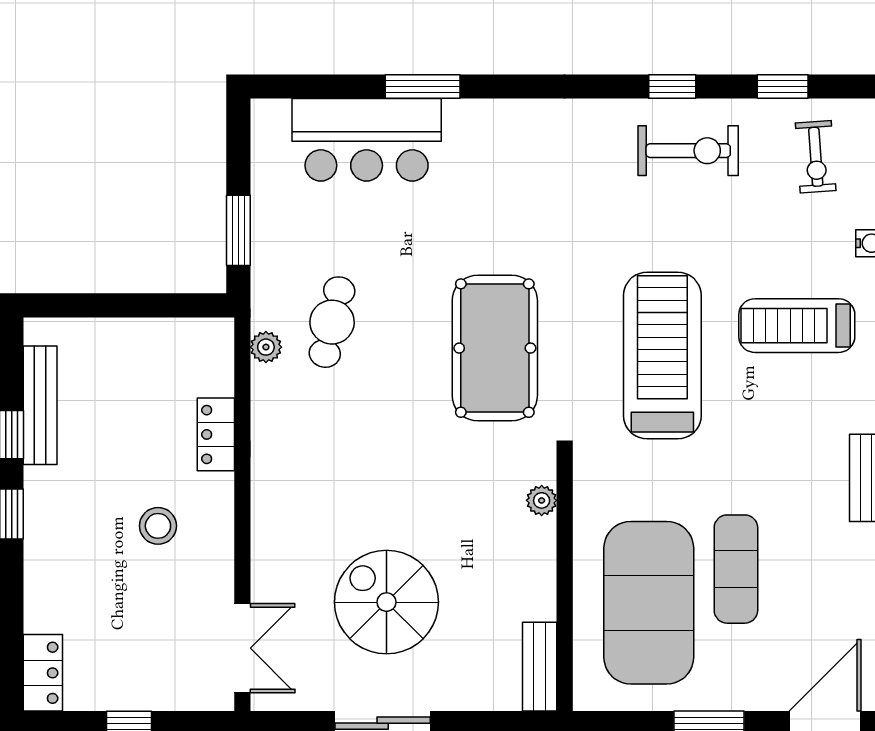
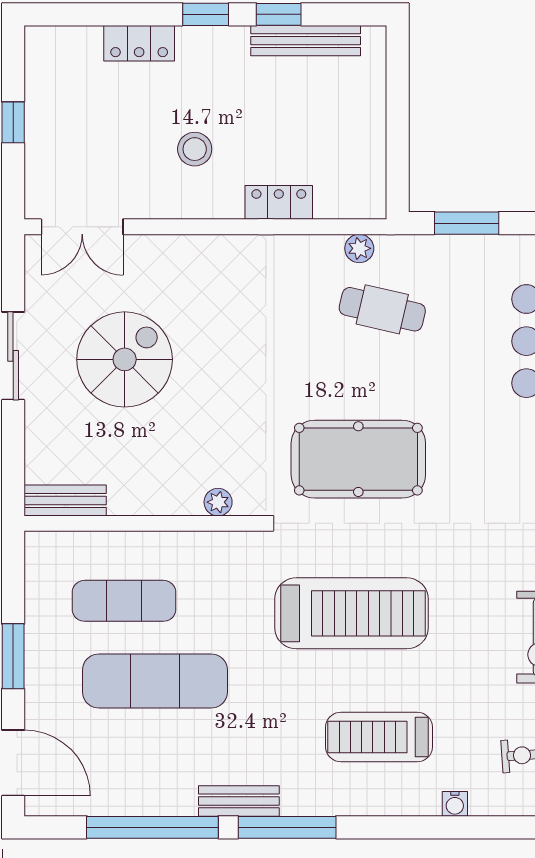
treadmill: (797, 326) -> (379, 737), turned -90
exercise mat: (736, 569) -> (155, 681), width x1.36, depth x1.45
exercise mat: (649, 603) -> (124, 601), width x0.50, depth x0.69
locker: (43, 673) -> (139, 43), moved

